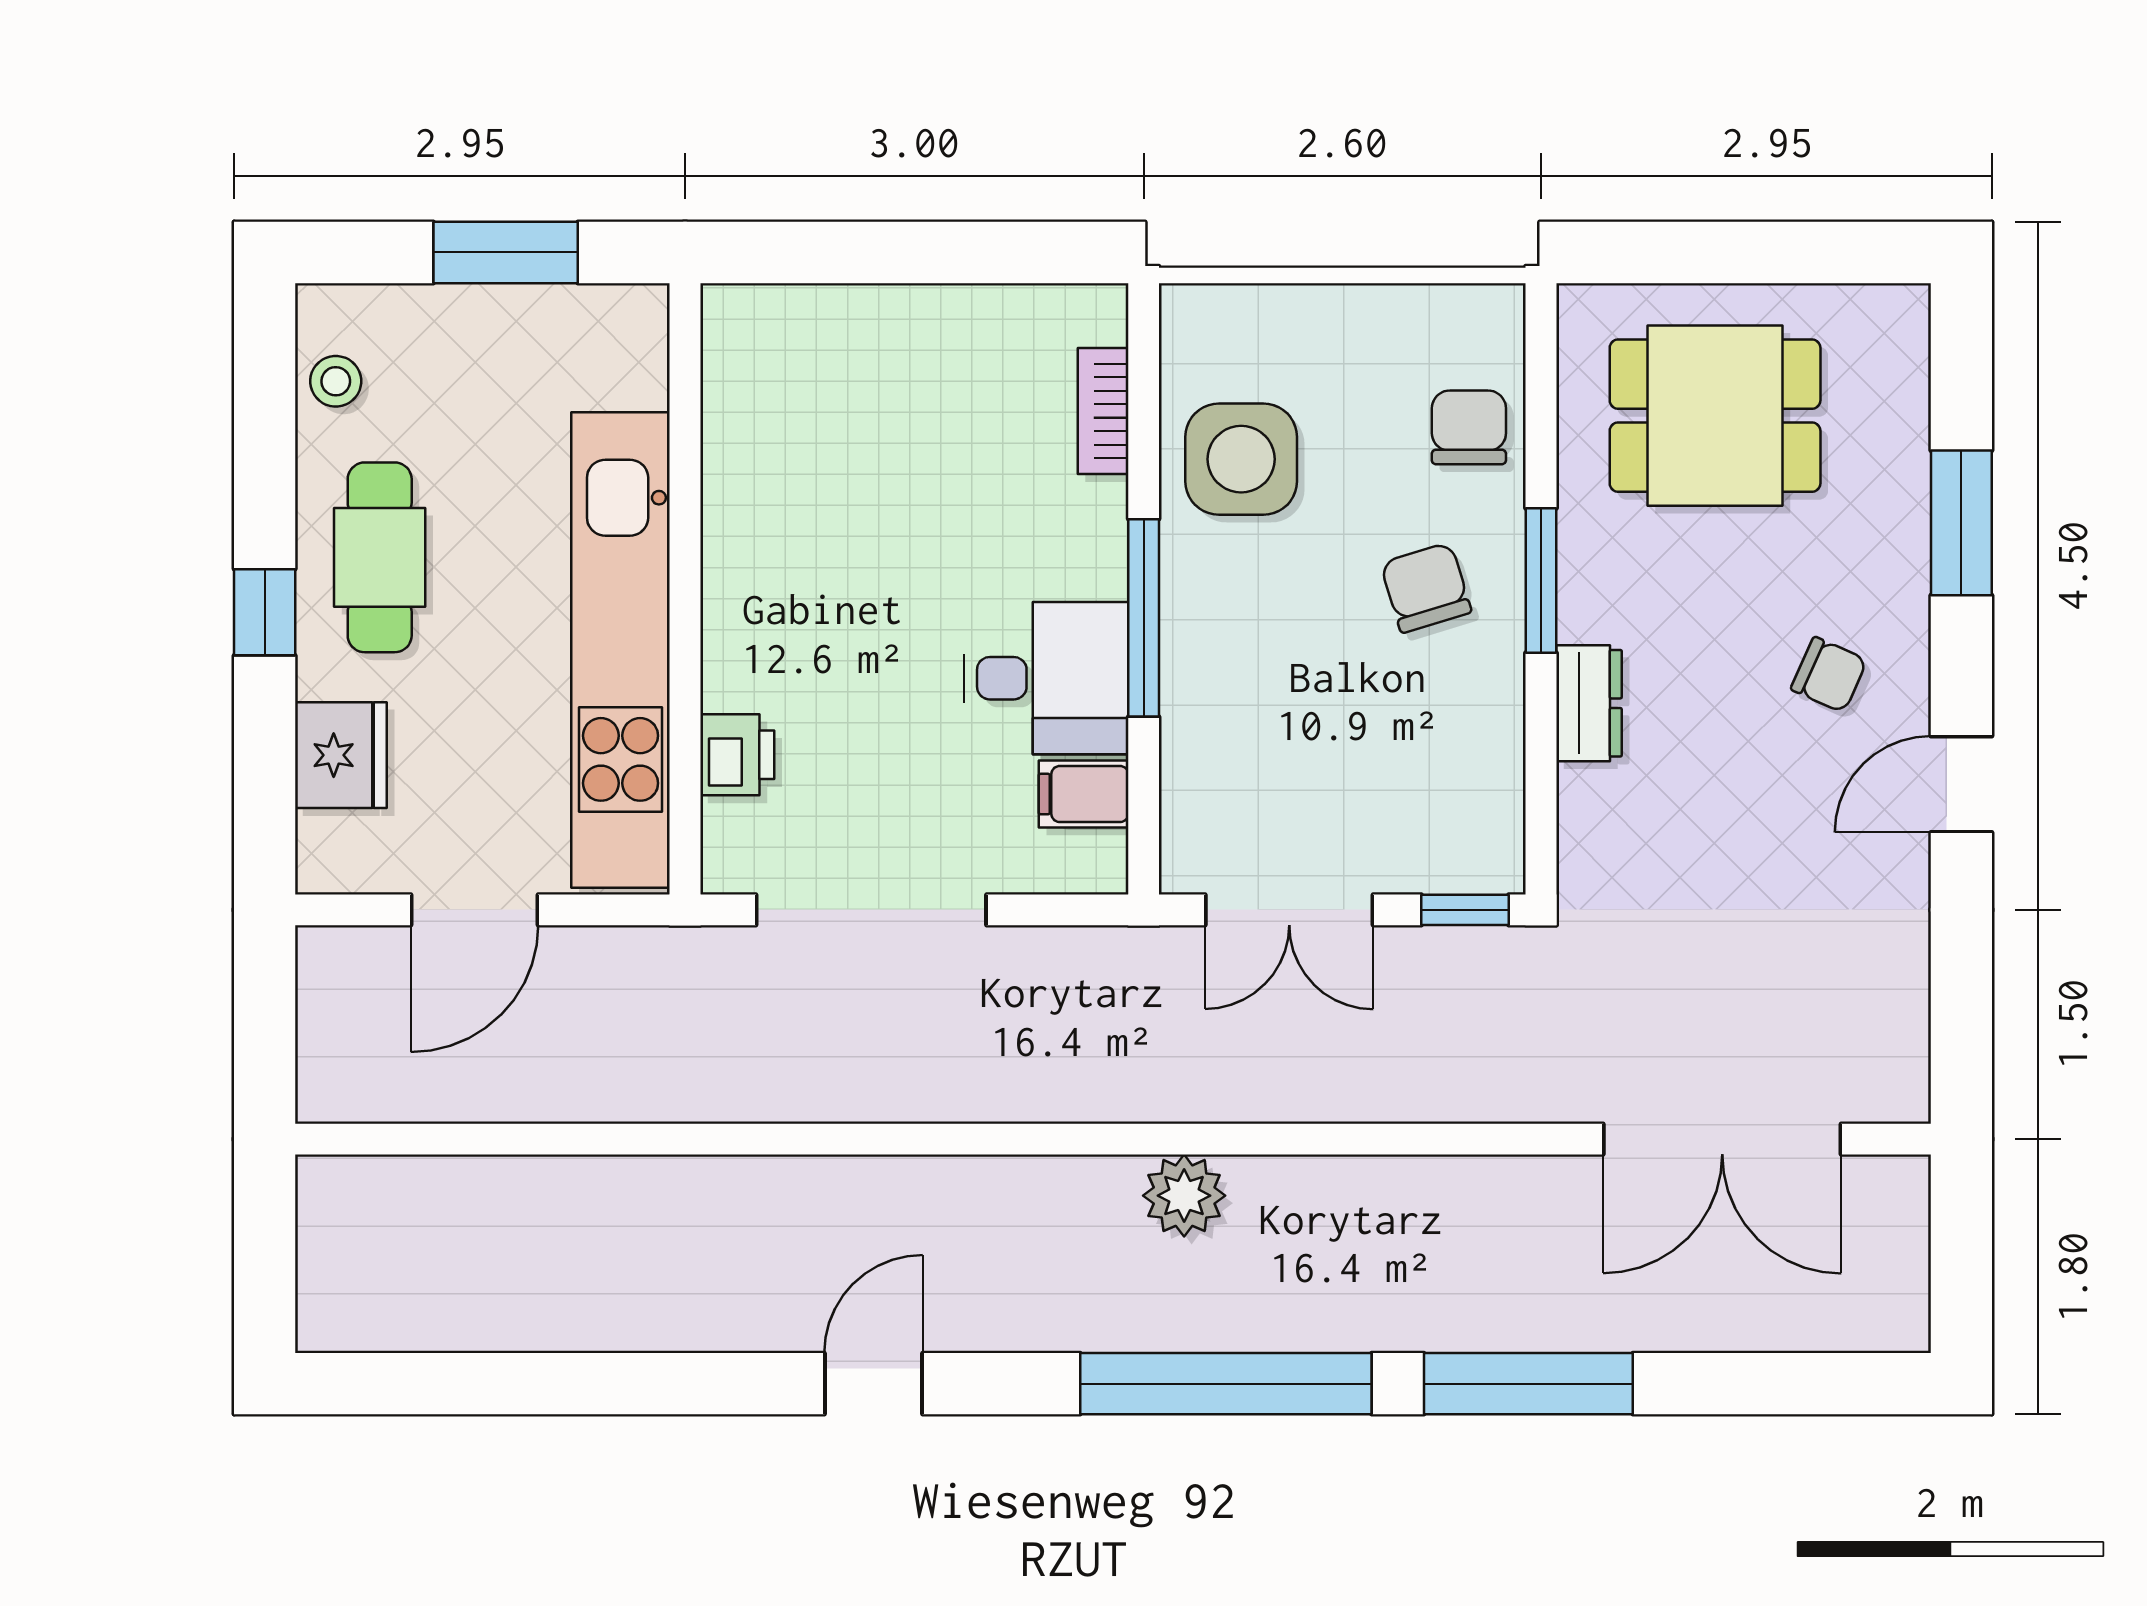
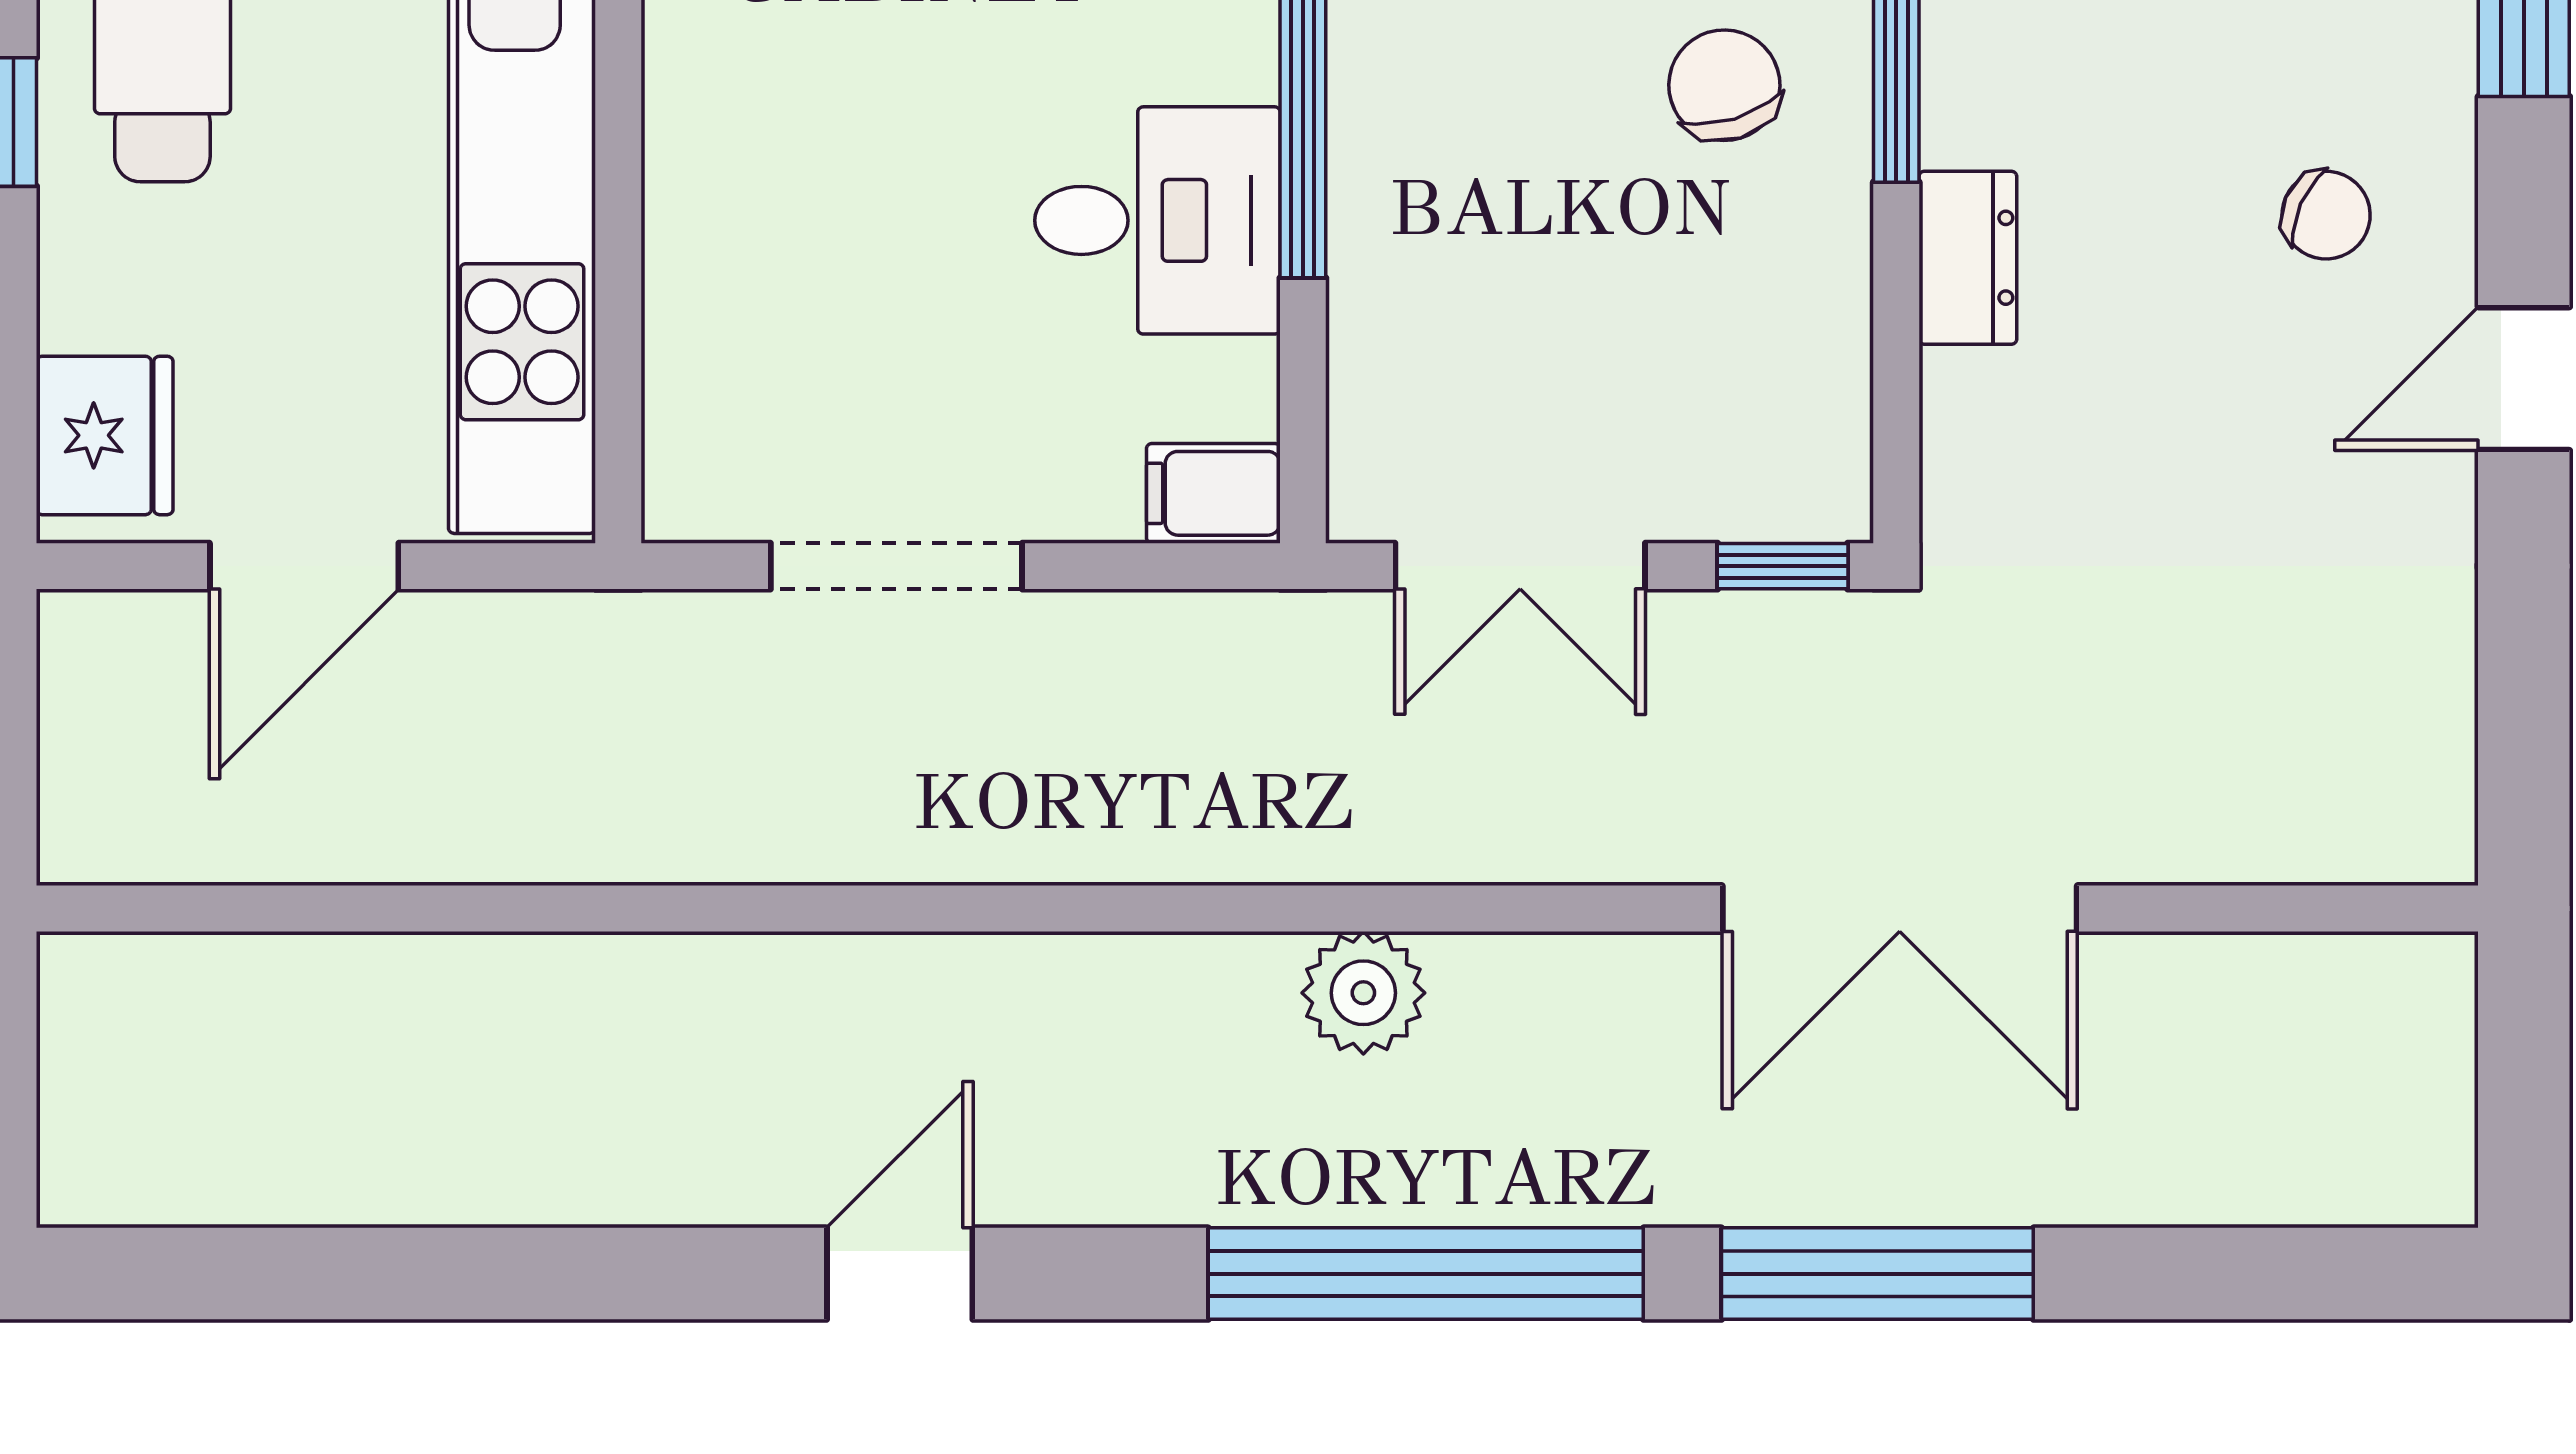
fridge: (341, 755) -> (105, 435), moved
printer: (737, 755) -> (696, 335), removed
filing cabinet: (1084, 794) -> (1213, 493), moved
doorway: (871, 910) -> (896, 566), width x0.73
double door: (1722, 1139) -> (1900, 908), moved

